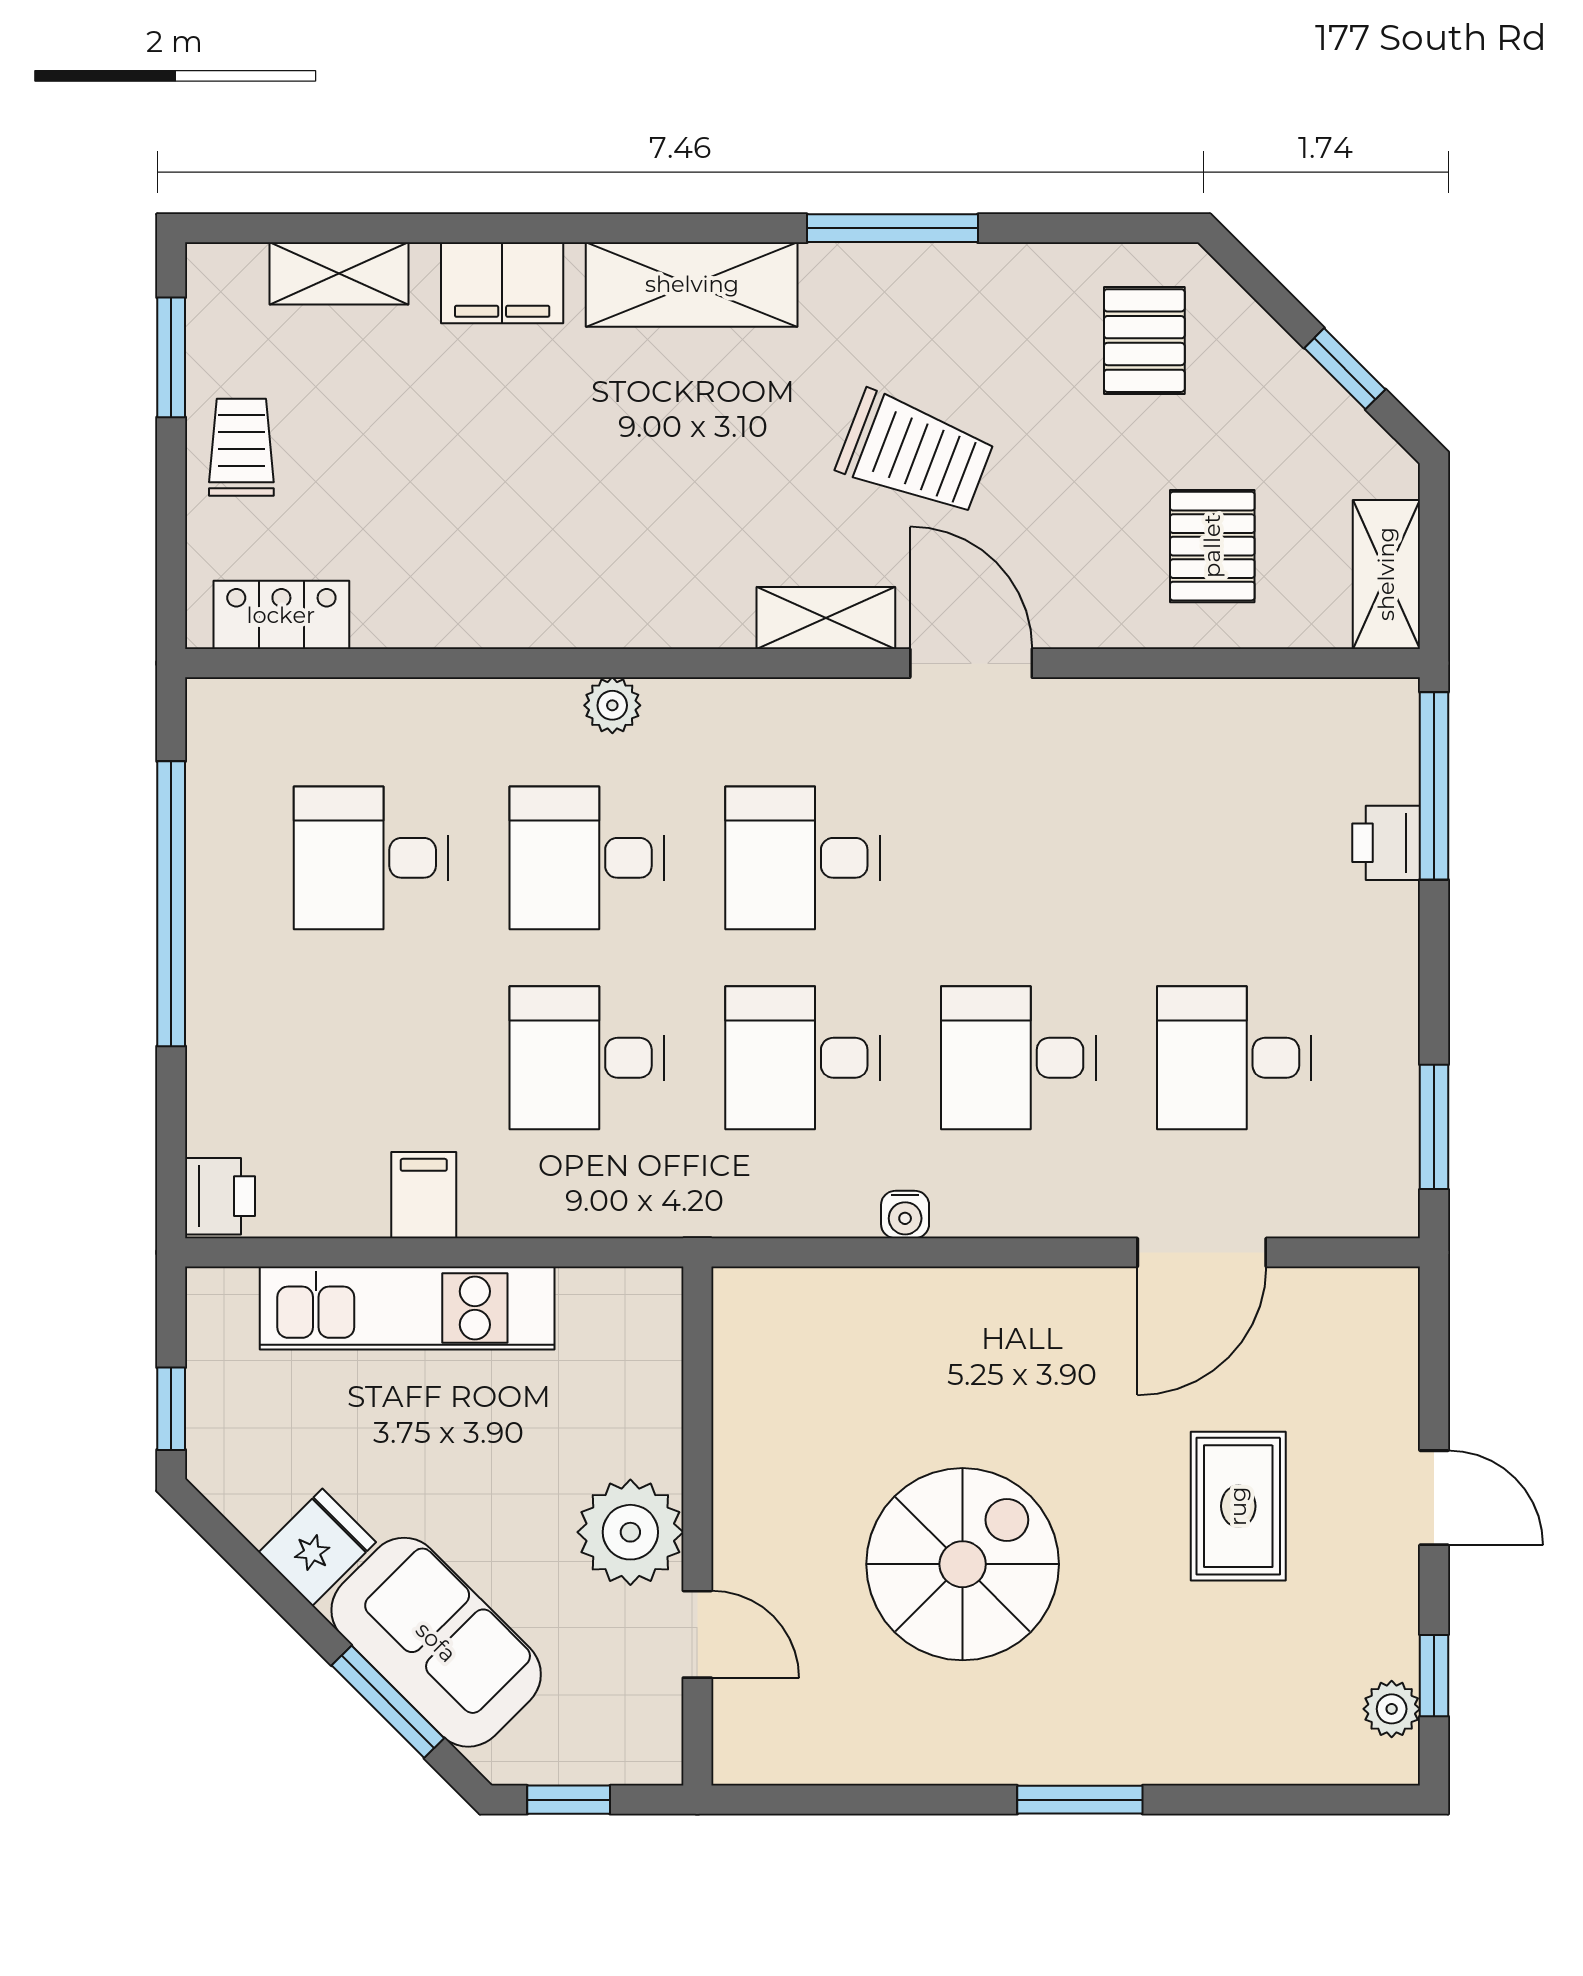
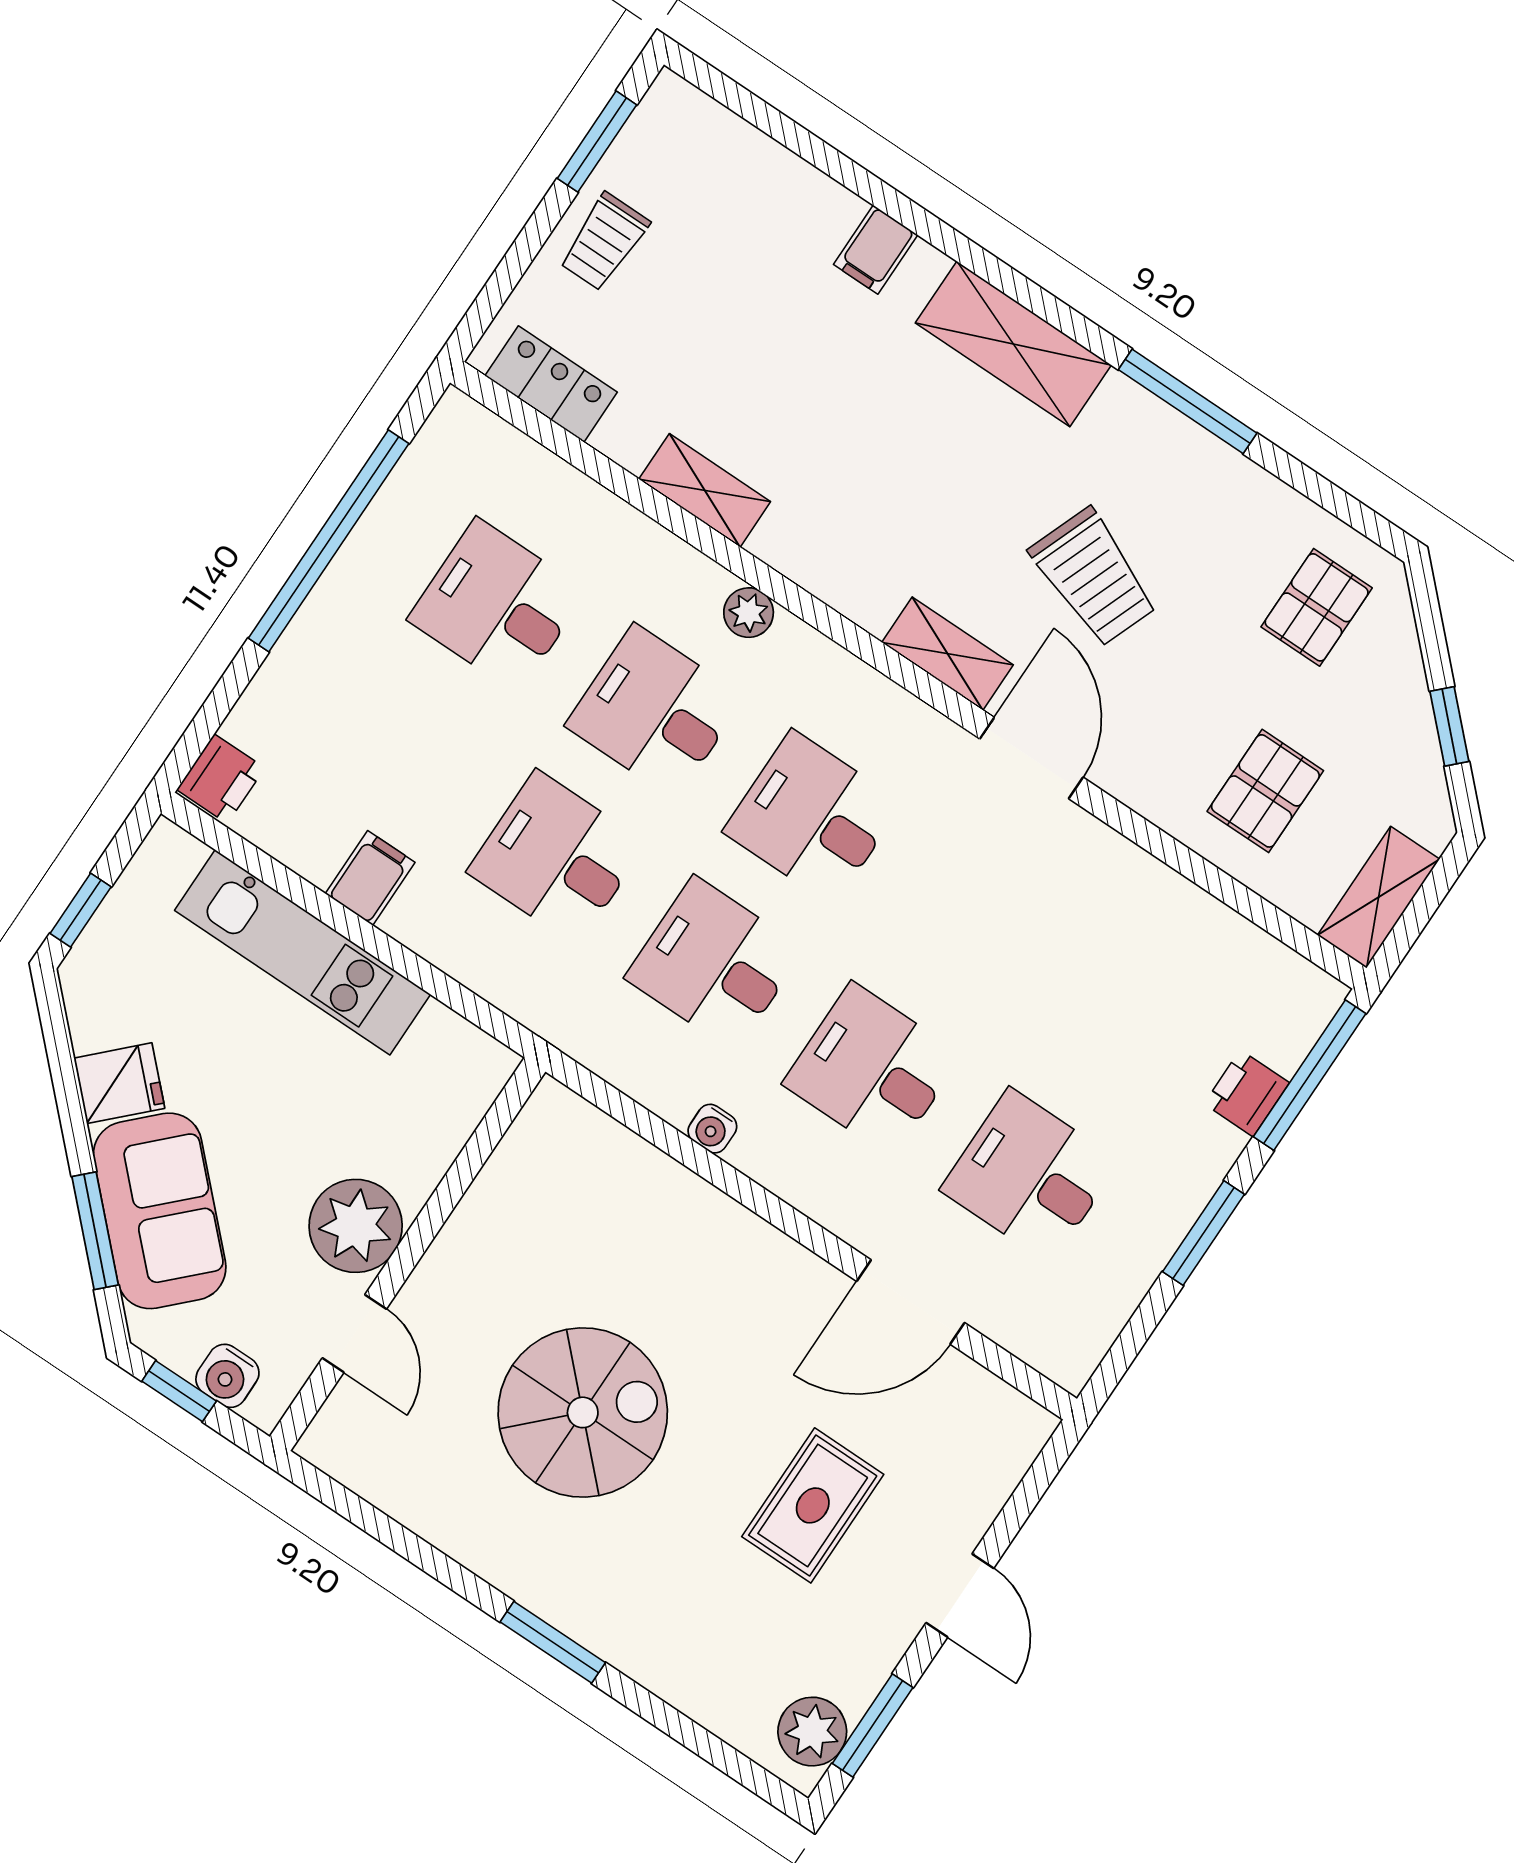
shelving: (339, 273) -> (705, 490), moved
filing cabinet: (502, 283) -> (876, 250), width x0.50
trolley: (241, 447) -> (604, 242), turned 180
window: (1434, 1127) -> (1203, 1233), moved
window: (1434, 1676) -> (873, 1725), width x1.50
plant: (1392, 1709) -> (812, 1732), width x1.38, depth x1.38
water cooler: (605, 1755) -> (227, 1376), added

